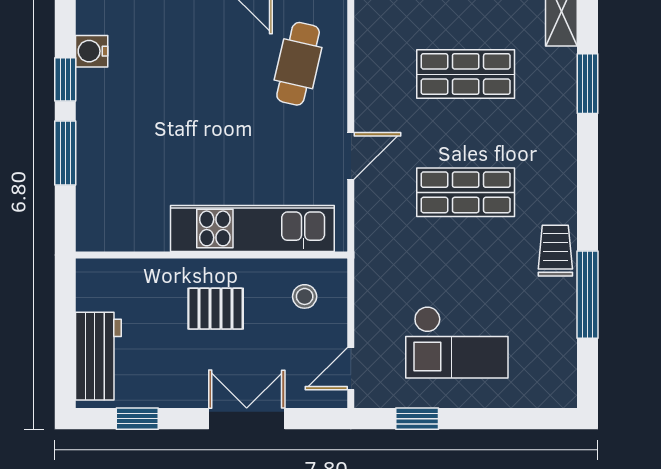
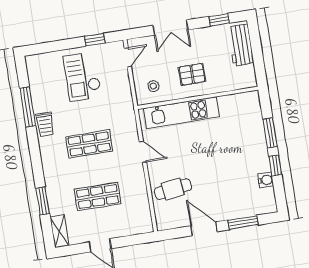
cafe table: (298, 64) -> (173, 189), turned 69
door: (351, 156) -> (143, 152), swing flipped
checkout: (457, 342) -> (82, 77), turned -90

